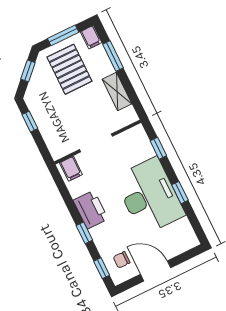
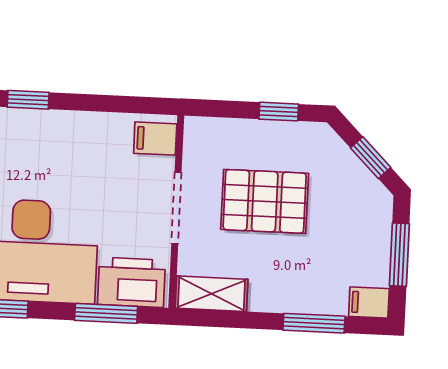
pallet: (69, 69) -> (265, 201), moved
shelving: (117, 92) -> (211, 294), moved
window: (158, 148) -> (106, 313), width x1.50
printer: (91, 210) -> (131, 282), moved, turned 180

